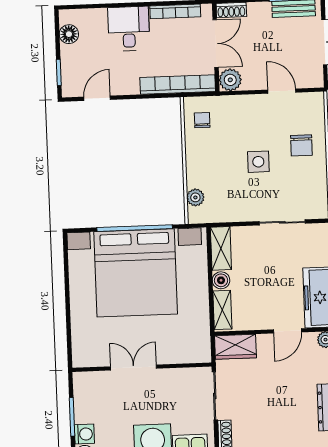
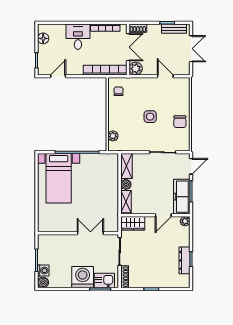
chair: (301, 145) -> (180, 122), moved
bed with nightstands: (136, 273) -> (59, 178), width x0.54
double door: (134, 368) -> (90, 233), moved

